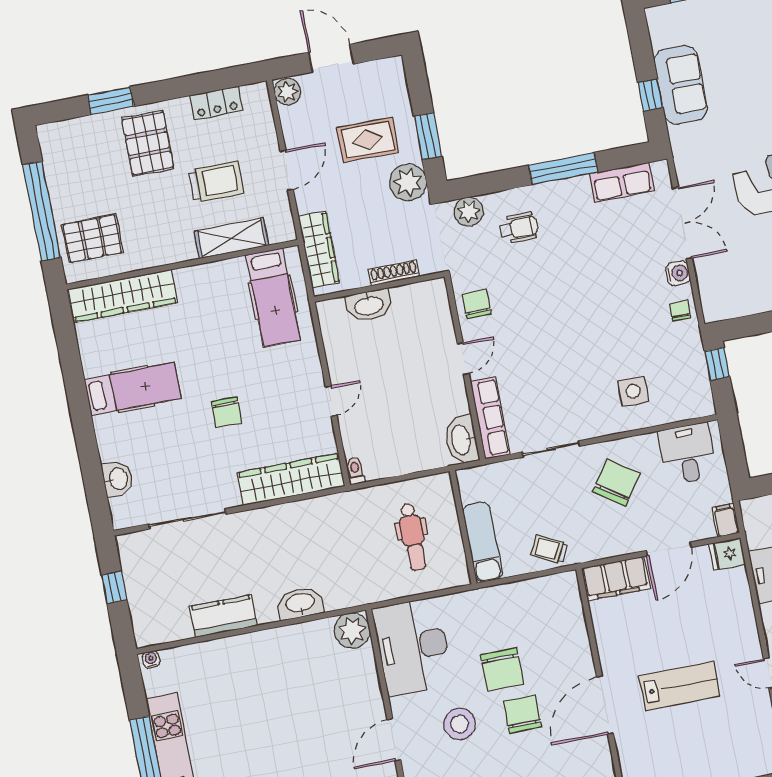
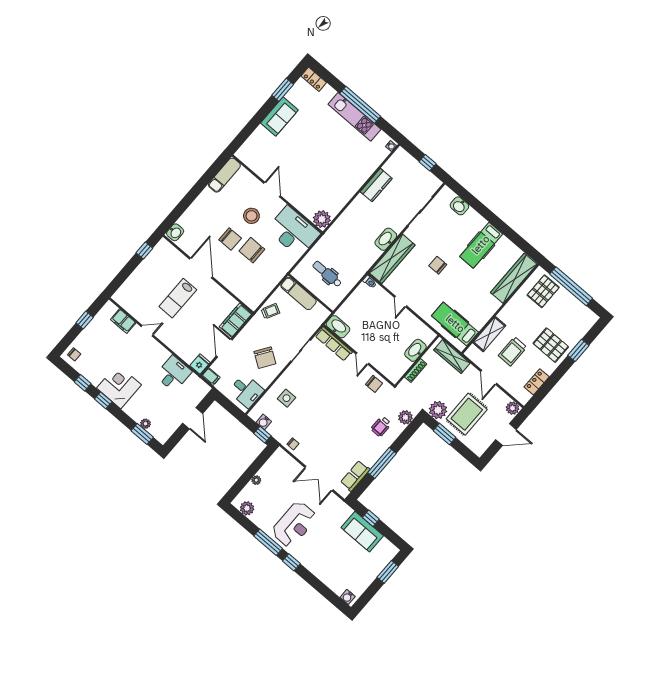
rug: (368, 140) -> (467, 414), width x1.36, depth x1.43
water cooler: (678, 273) -> (264, 422), moved
washbasin: (300, 603) -> (386, 239), moved, turned 180

